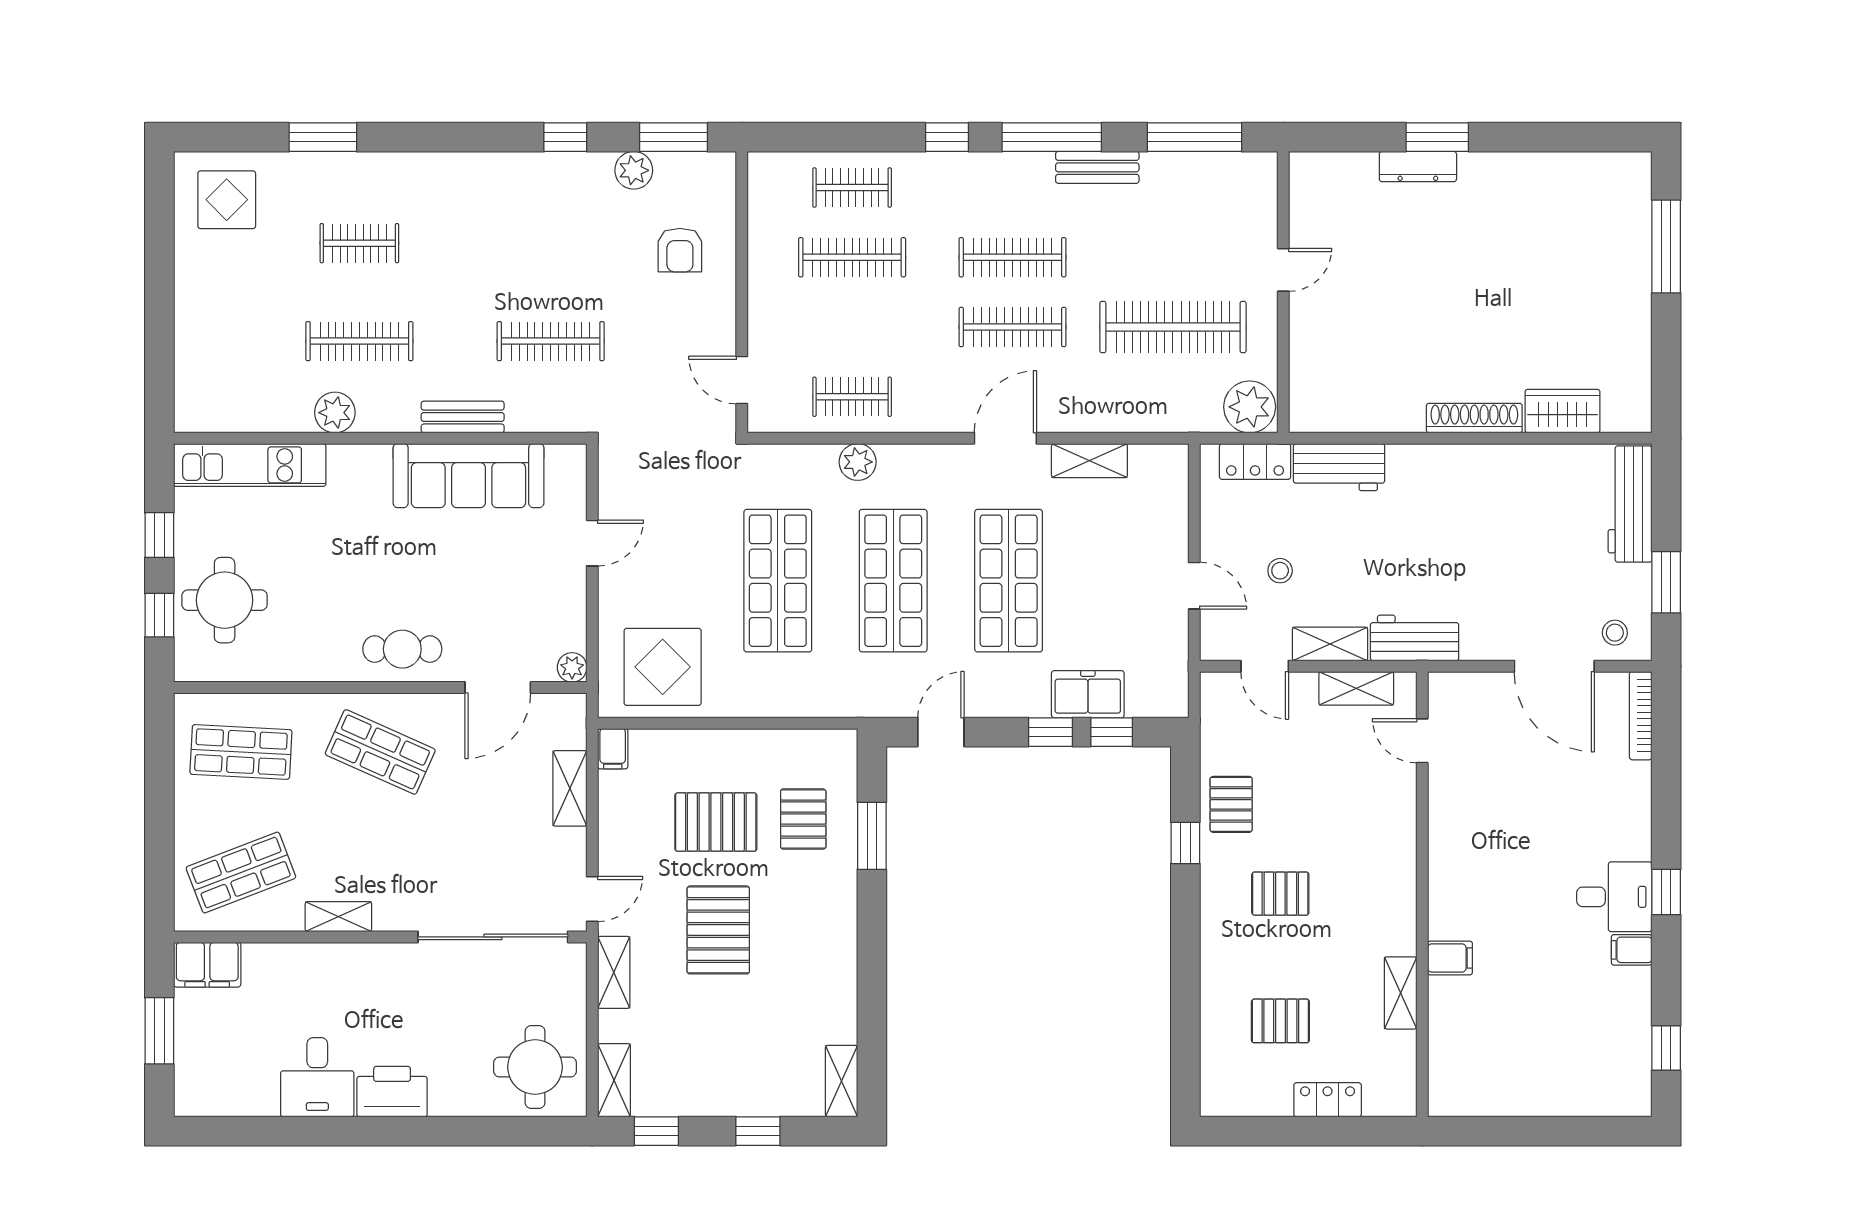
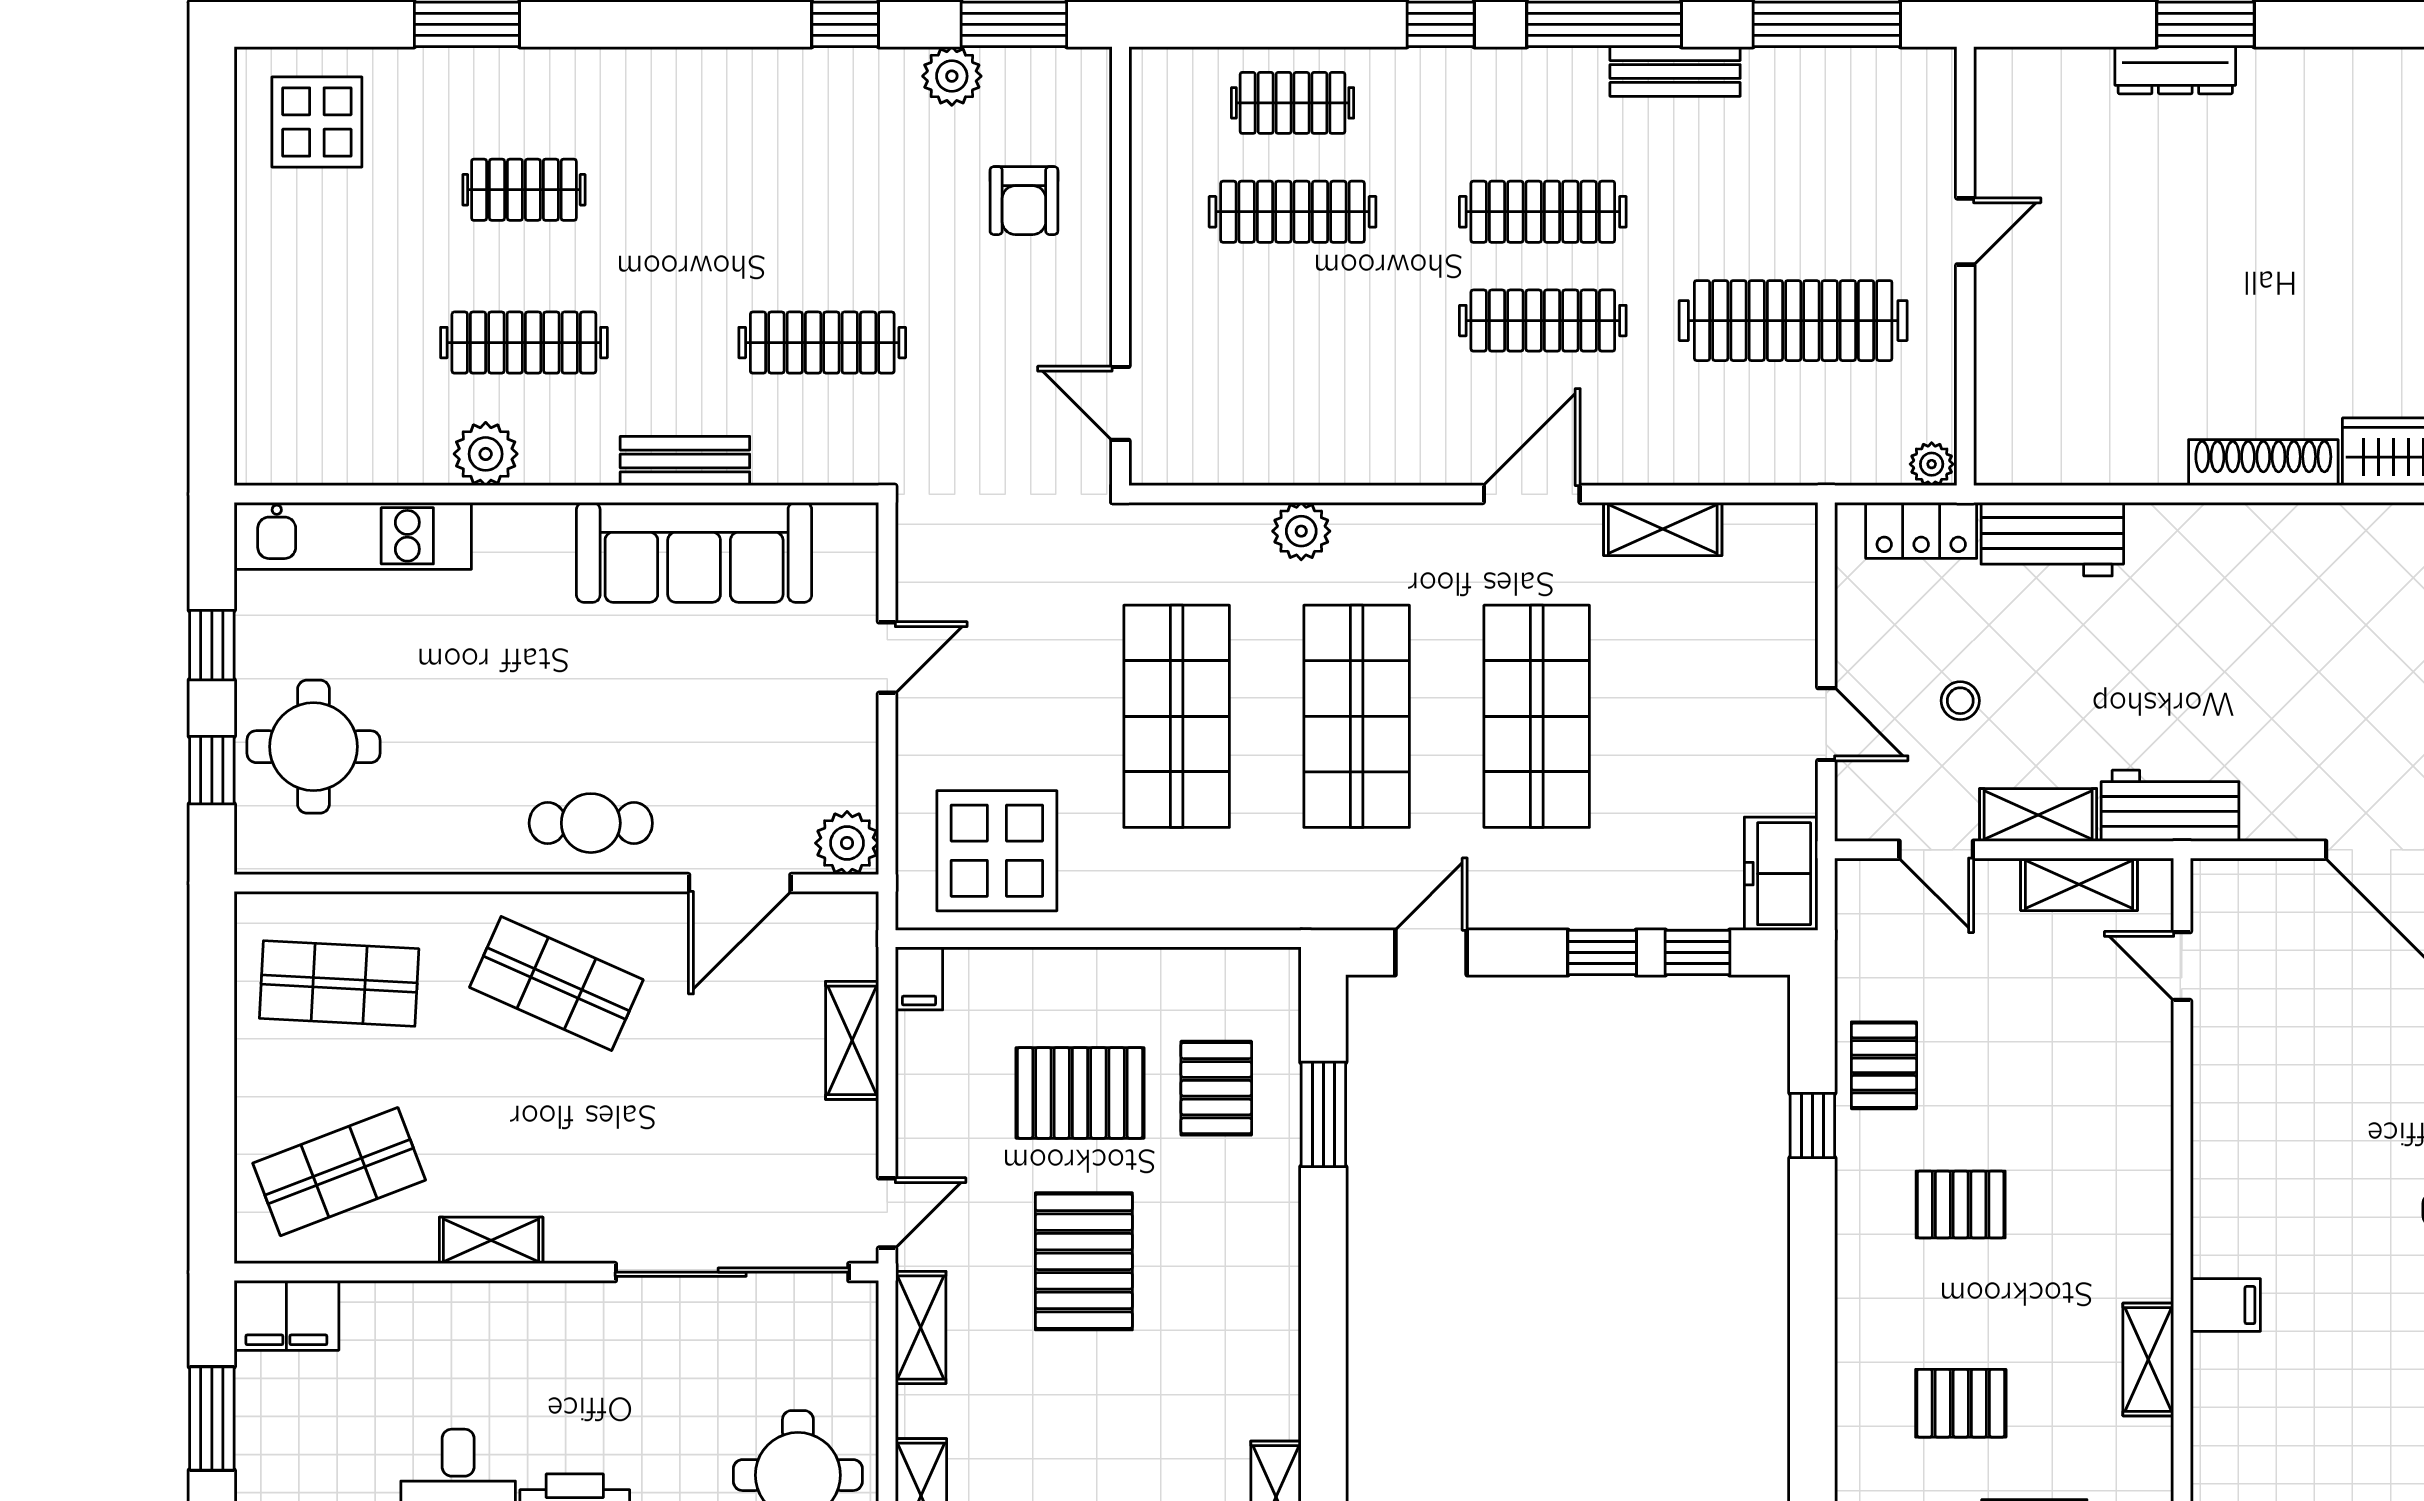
clothes rail: (852, 397) -> (1293, 429), removed
plant: (1250, 407) -> (1932, 464), width x0.53, depth x0.53
plant: (572, 667) -> (847, 843), width x1.38, depth x1.38
freezer: (1088, 694) -> (1781, 874), moved, turned -90

